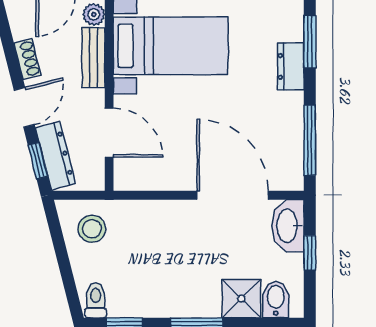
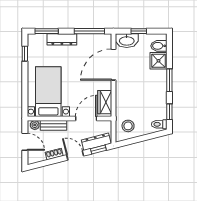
dresser: (291, 66) -> (62, 39), width x1.44
wardrobe: (146, 175) -> (105, 102), added

